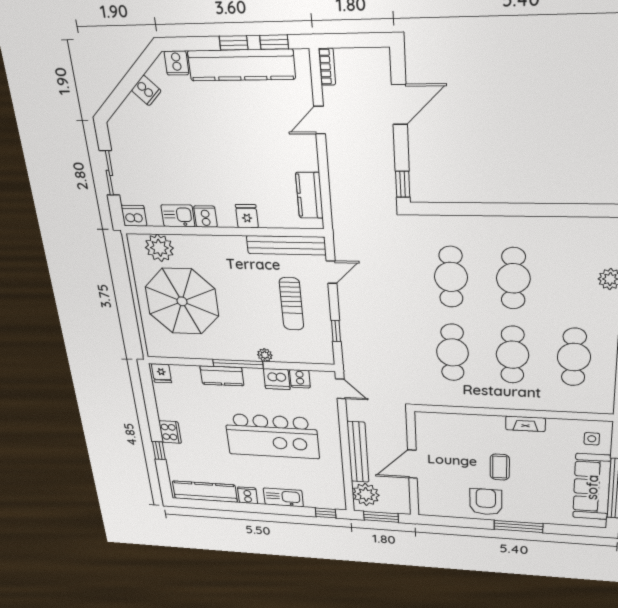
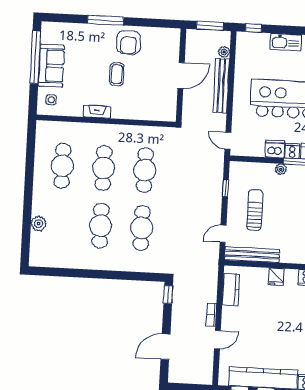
bookcase: (327, 67) -> (211, 315), moved
cooker: (300, 379) -> (292, 151), moved
sofa: (592, 487) -> (51, 66), width x0.73
plant: (366, 494) -> (224, 52), width x0.53, depth x0.53

